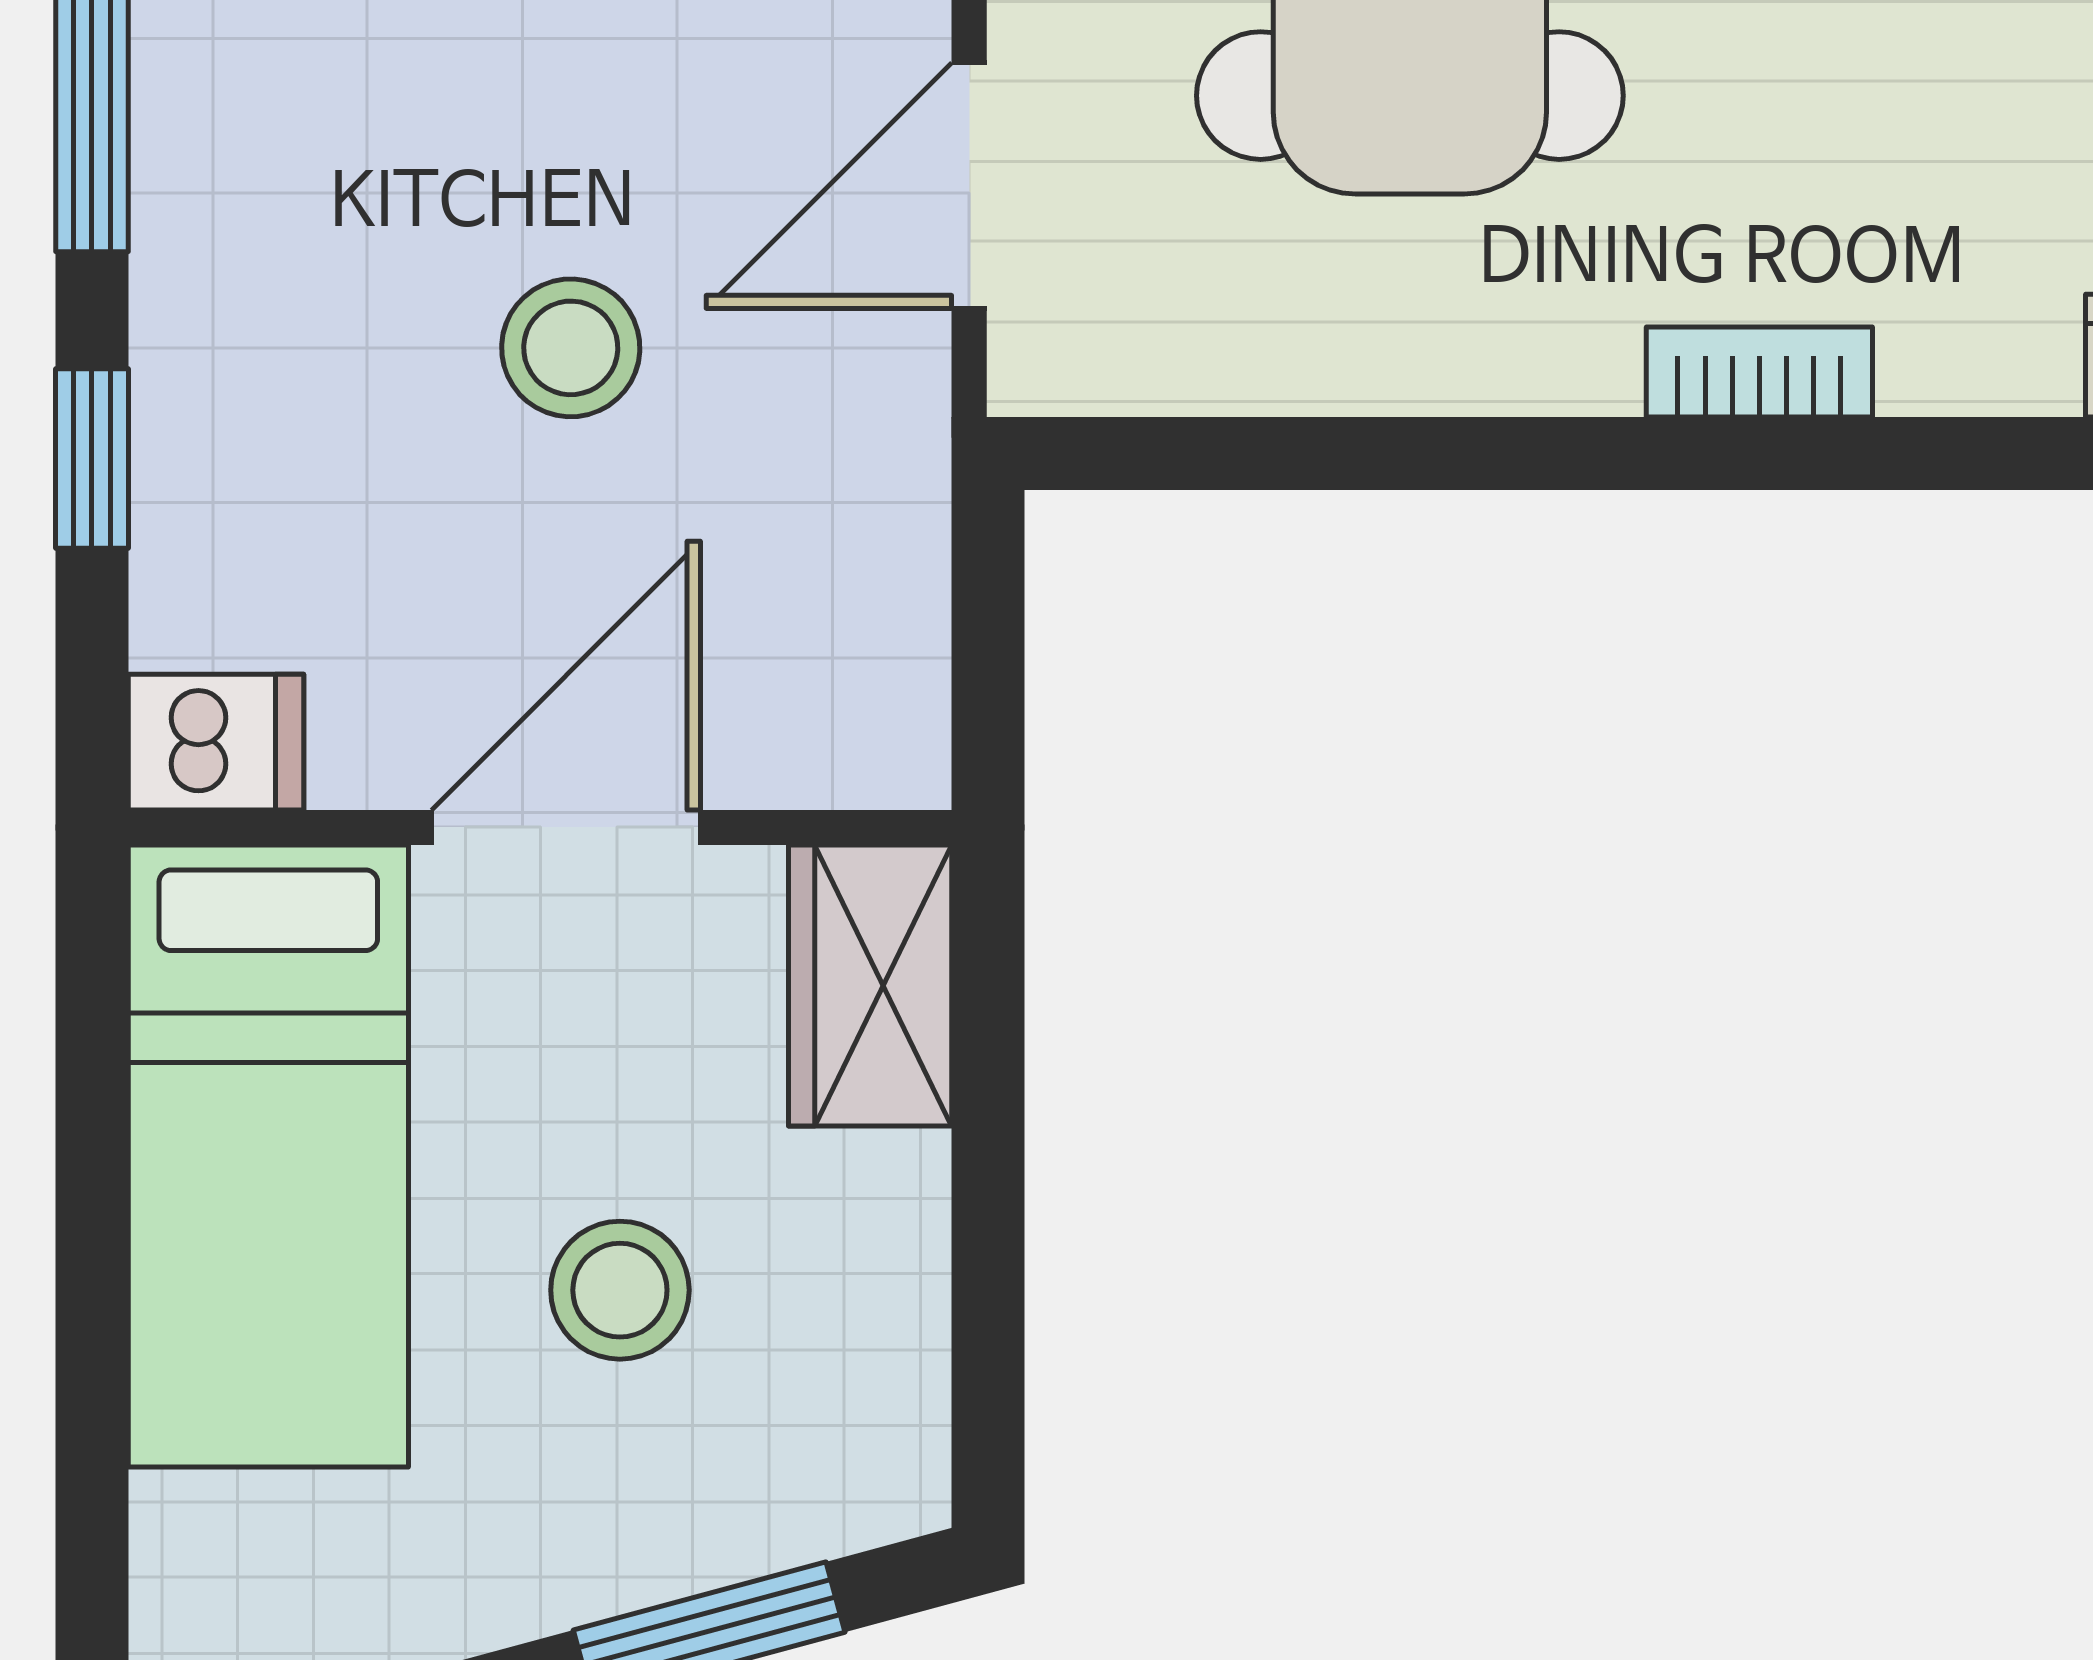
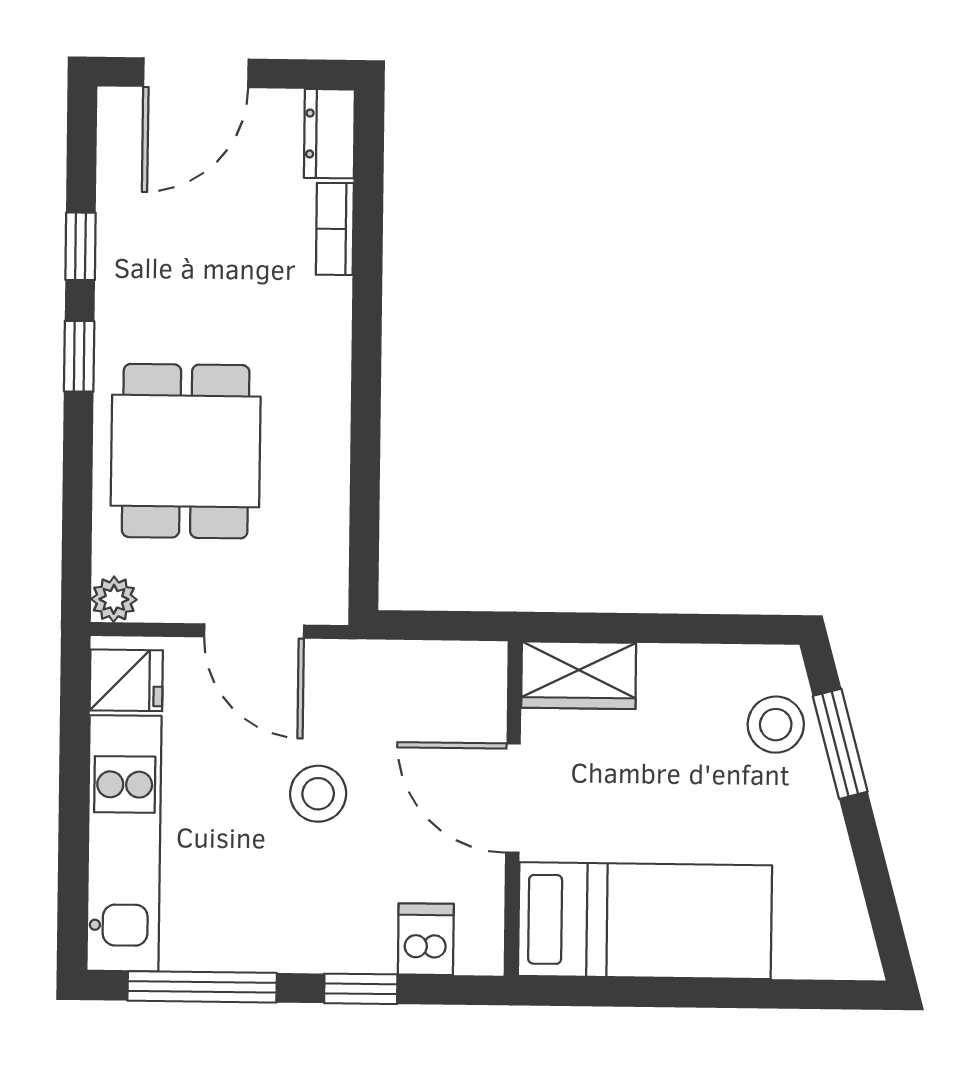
bookcase: (1759, 372) -> (335, 229), moved
dishwasher: (216, 742) -> (426, 939), moved
stool: (620, 1290) -> (776, 725), moved

